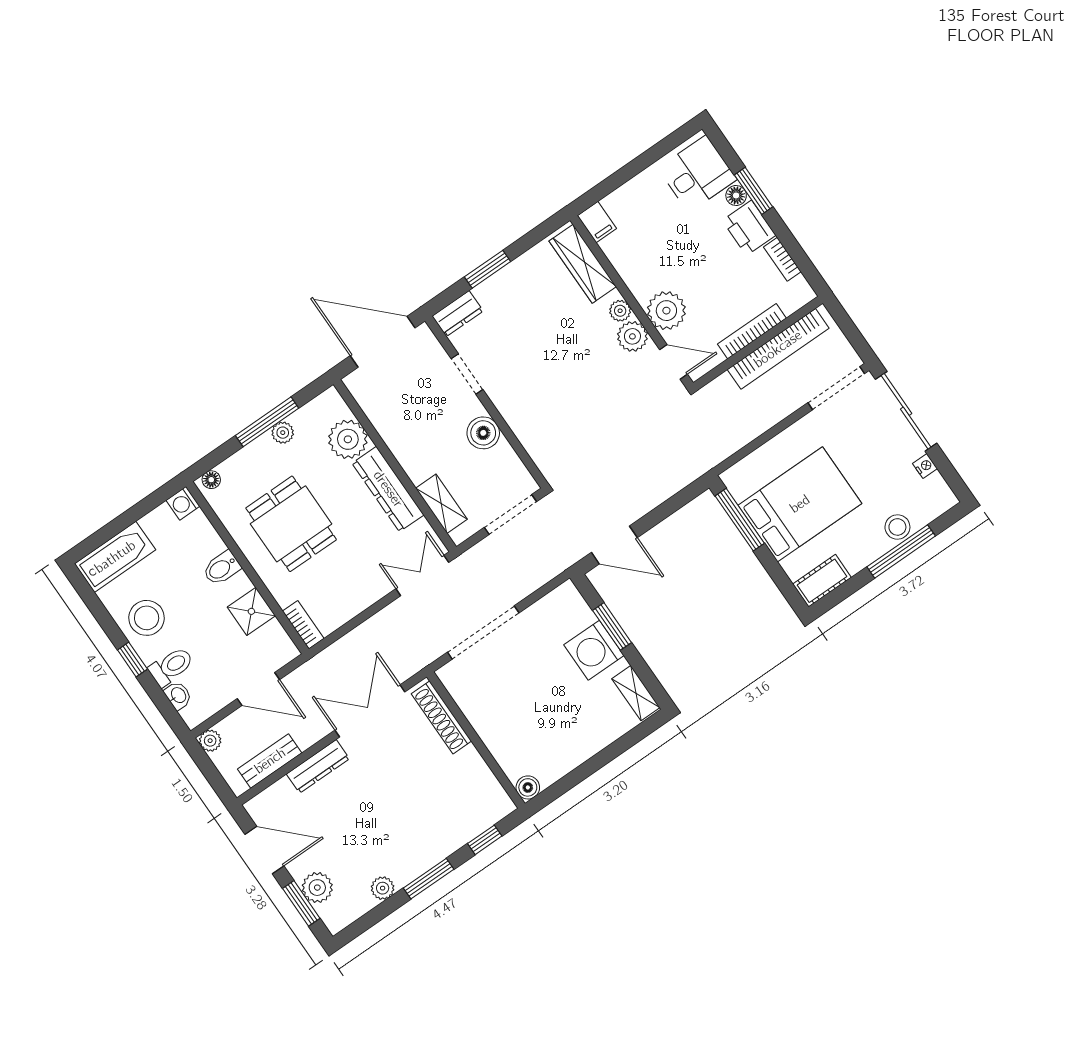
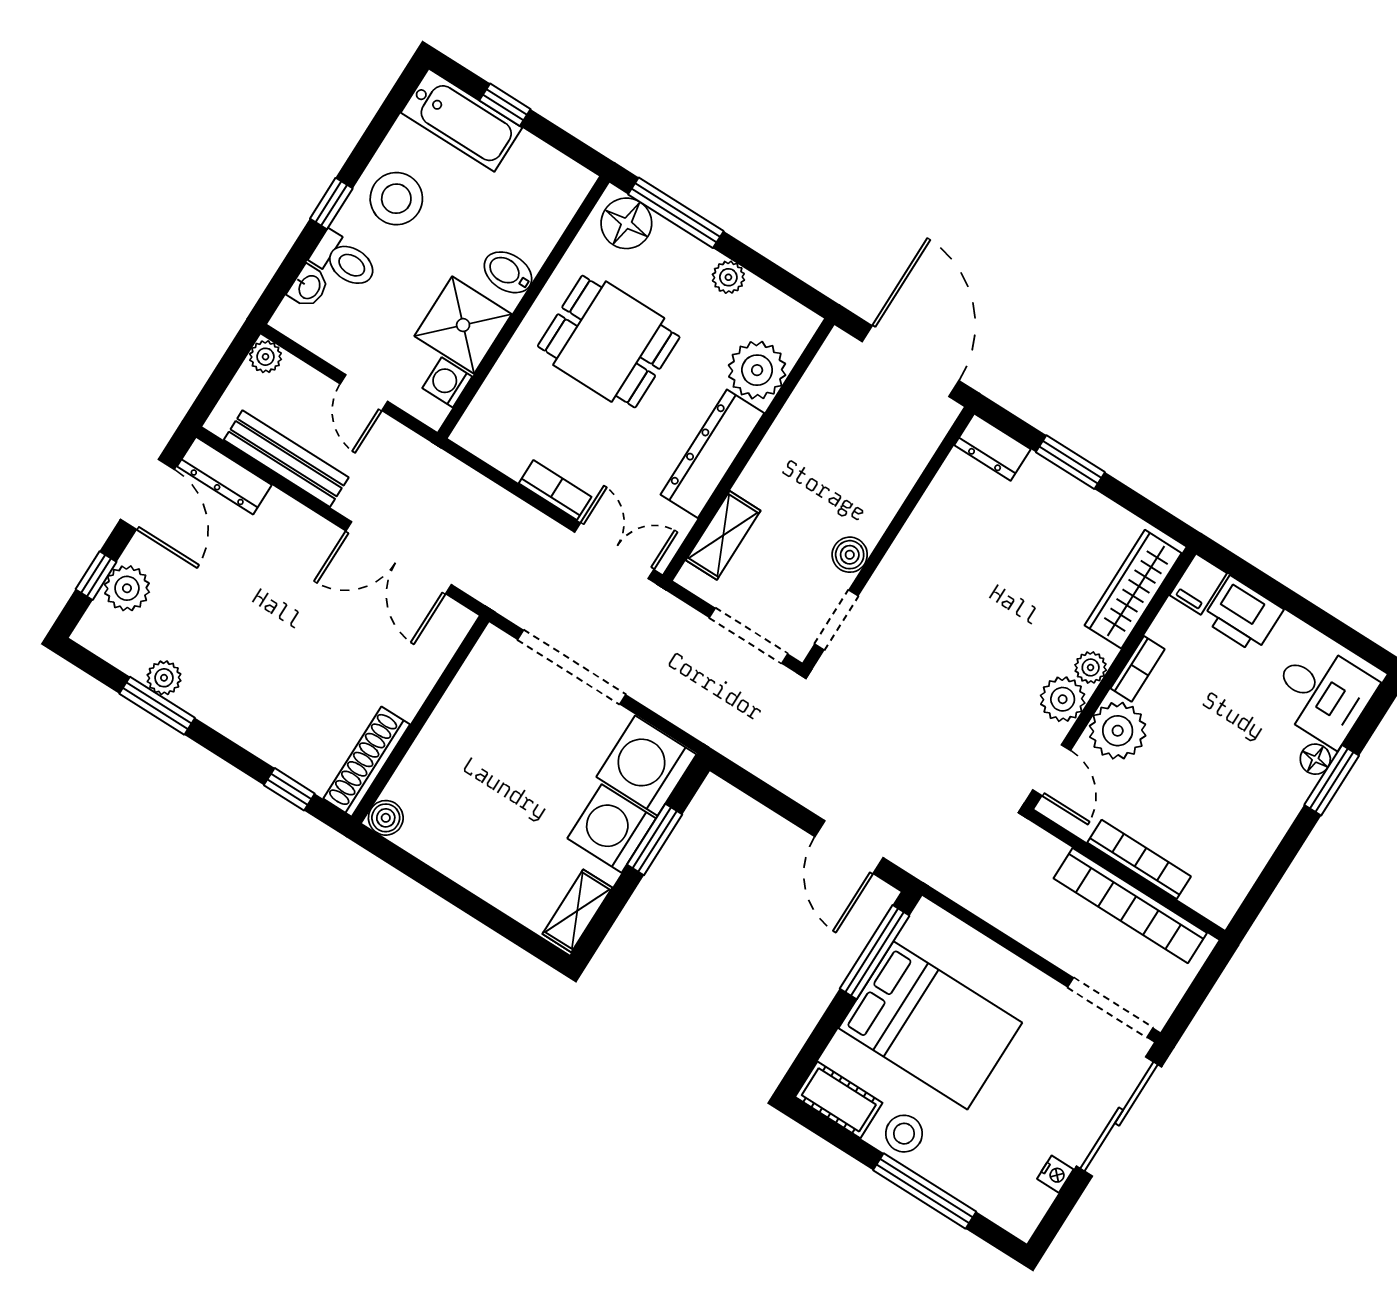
printer: (749, 228) -> (1243, 615), moved, turned -90
bookcase: (782, 259) -> (1138, 669), moved, turned 180
doorway: (467, 374) -> (836, 620), moved
window: (267, 422) -> (676, 213), moved
boiler: (483, 433) -> (850, 555), width x0.73, depth x0.73
floor lamp: (211, 480) -> (626, 223), width x1.89, depth x1.89
washing machine: (183, 503) -> (447, 382), moved
dining table: (291, 524) -> (609, 342), turned 90
window: (117, 526) -> (505, 105), added
stool: (897, 527) -> (904, 1134), moved
door: (614, 545) -> (849, 847), moved
shower: (251, 611) -> (463, 325), width x1.36, depth x1.36
washing machine: (564, 612) -> (646, 766), added
bookcase: (303, 625) -> (555, 490), moved, turned -90
door: (258, 689) -> (364, 393), width x0.73
double door: (370, 711) -> (399, 558), swing flipped
shoe rack: (441, 717) -> (367, 762), moved
bench: (270, 761) -> (286, 459), width x1.36
dresser: (318, 766) -> (224, 476), moved
window: (429, 879) -> (157, 706), moved
window: (301, 903) -> (96, 576), width x0.67

